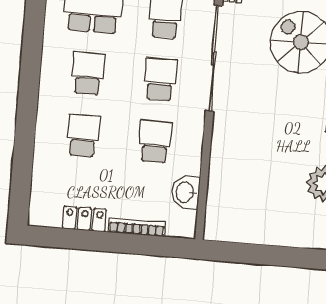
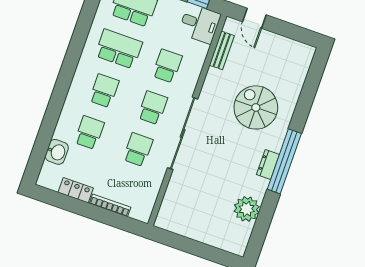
sliding door: (214, 58) -> (183, 133), moved
washbasin: (185, 192) -> (57, 152), moved, turned 180

